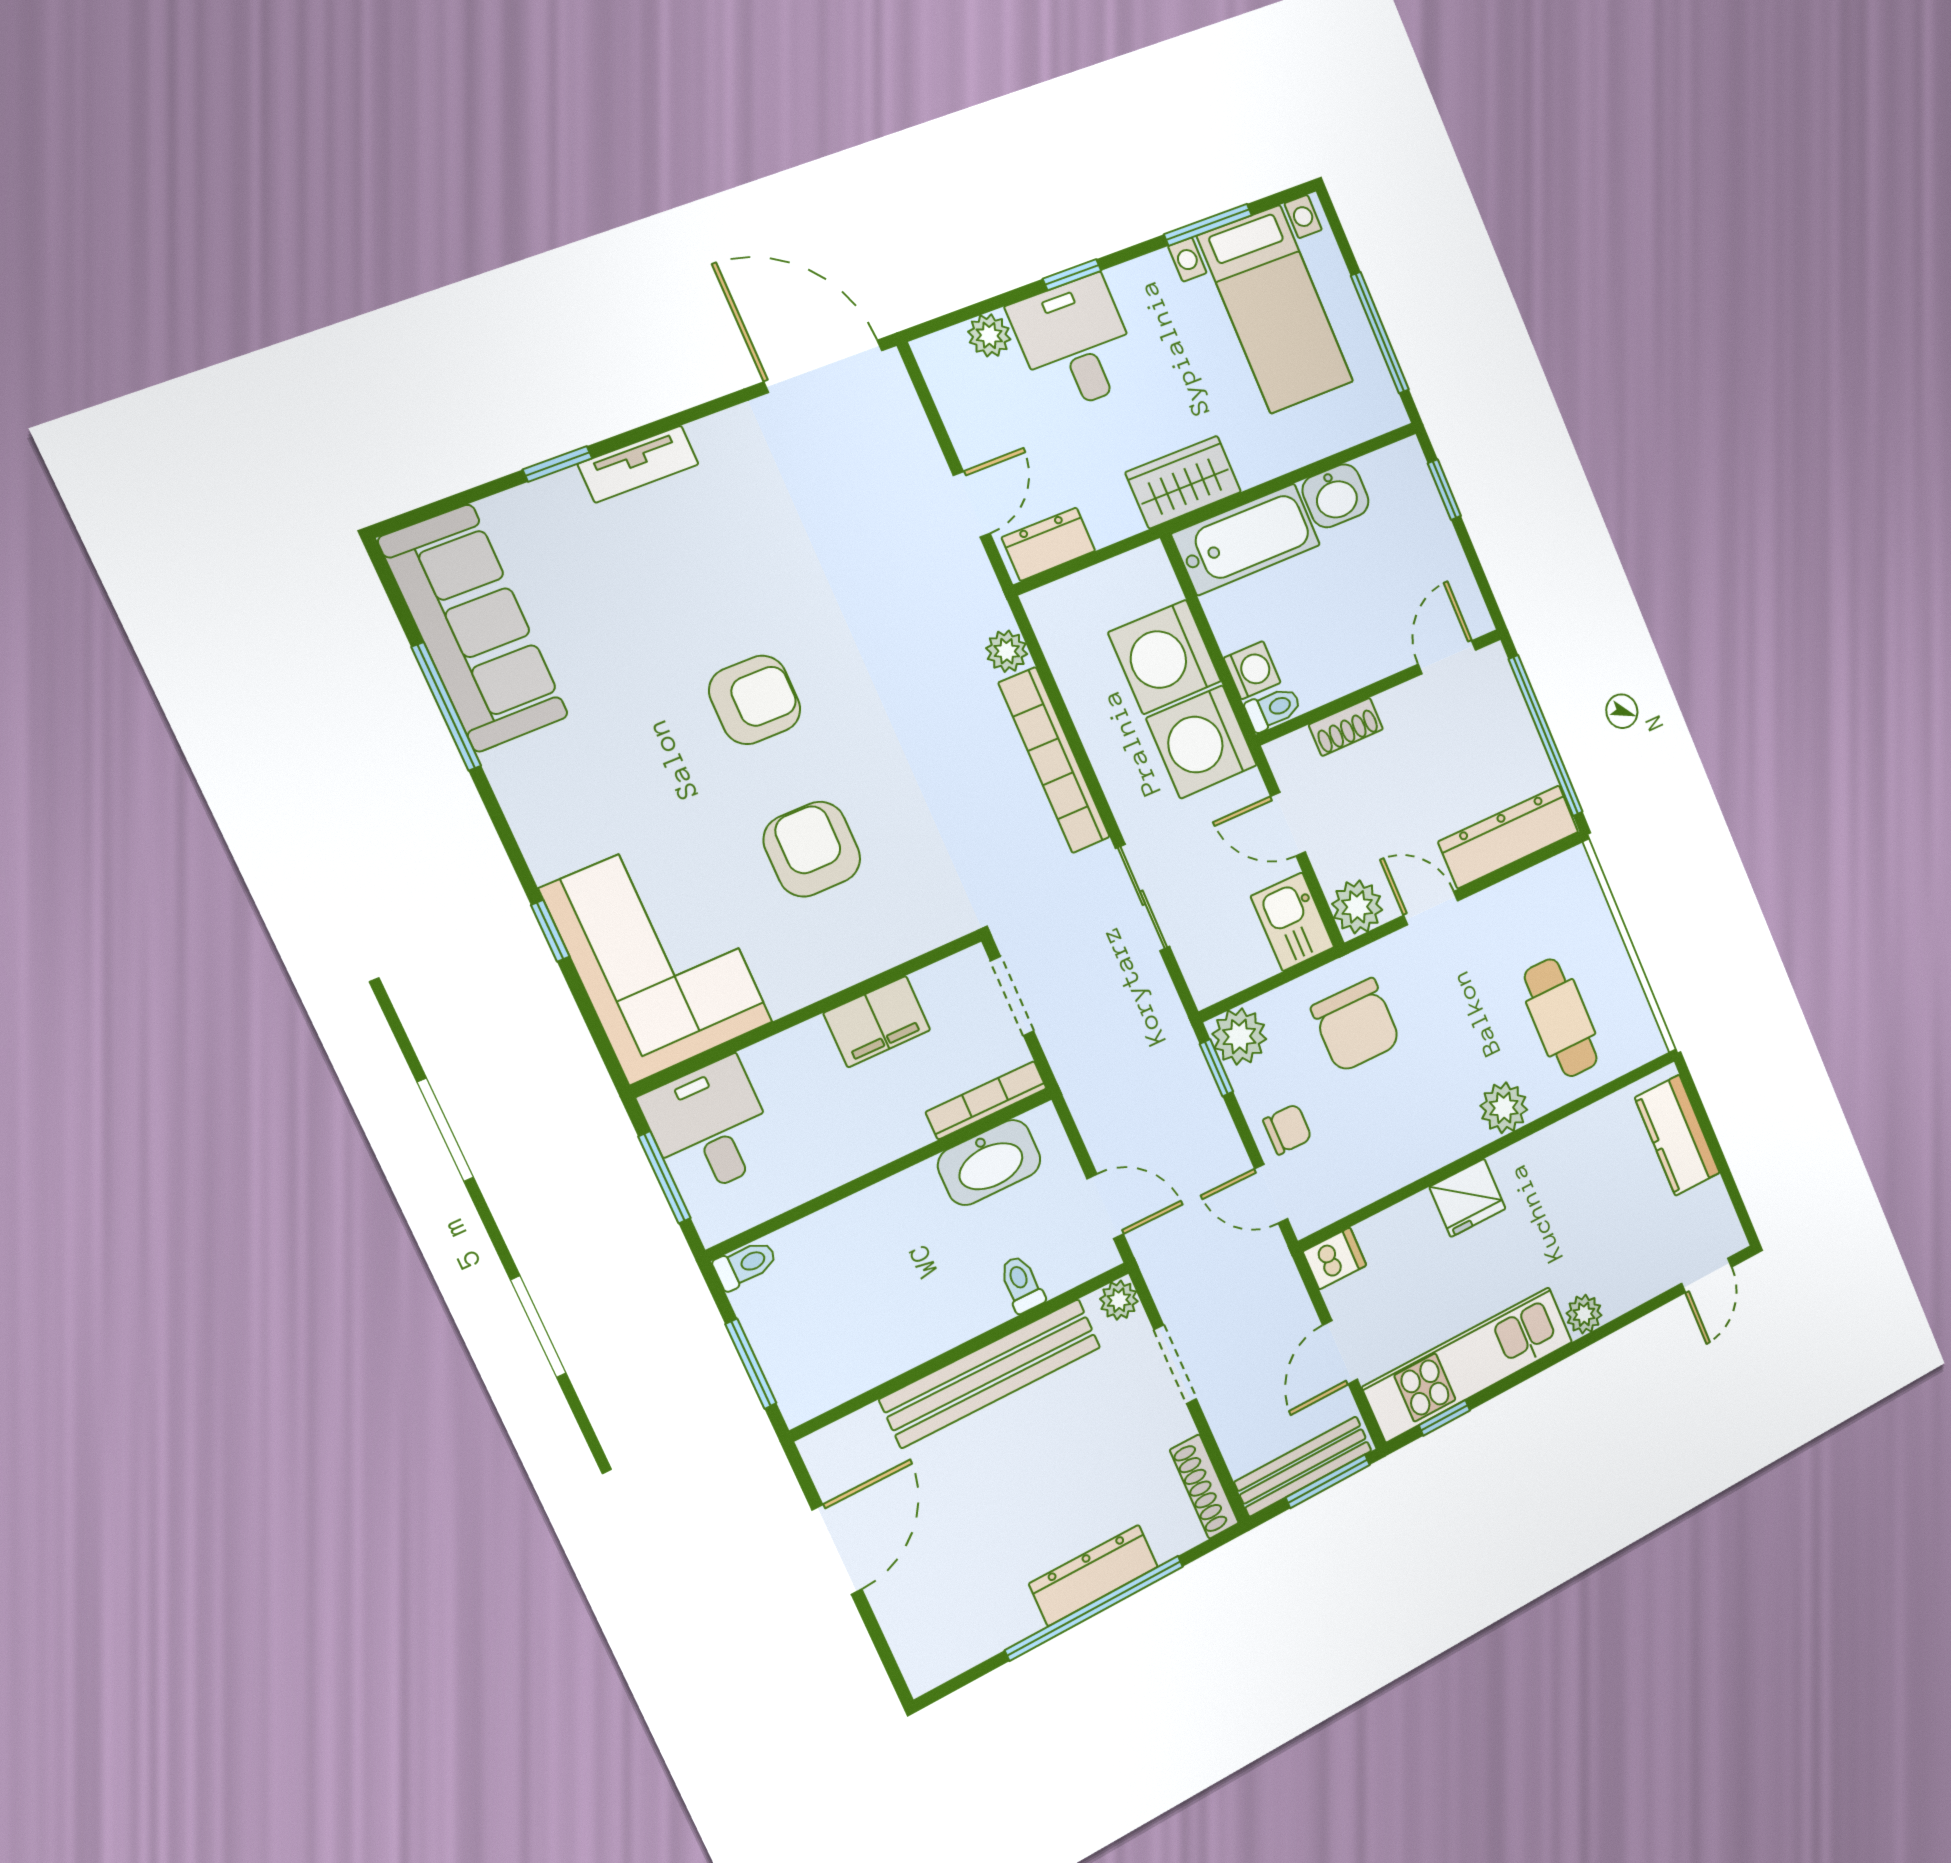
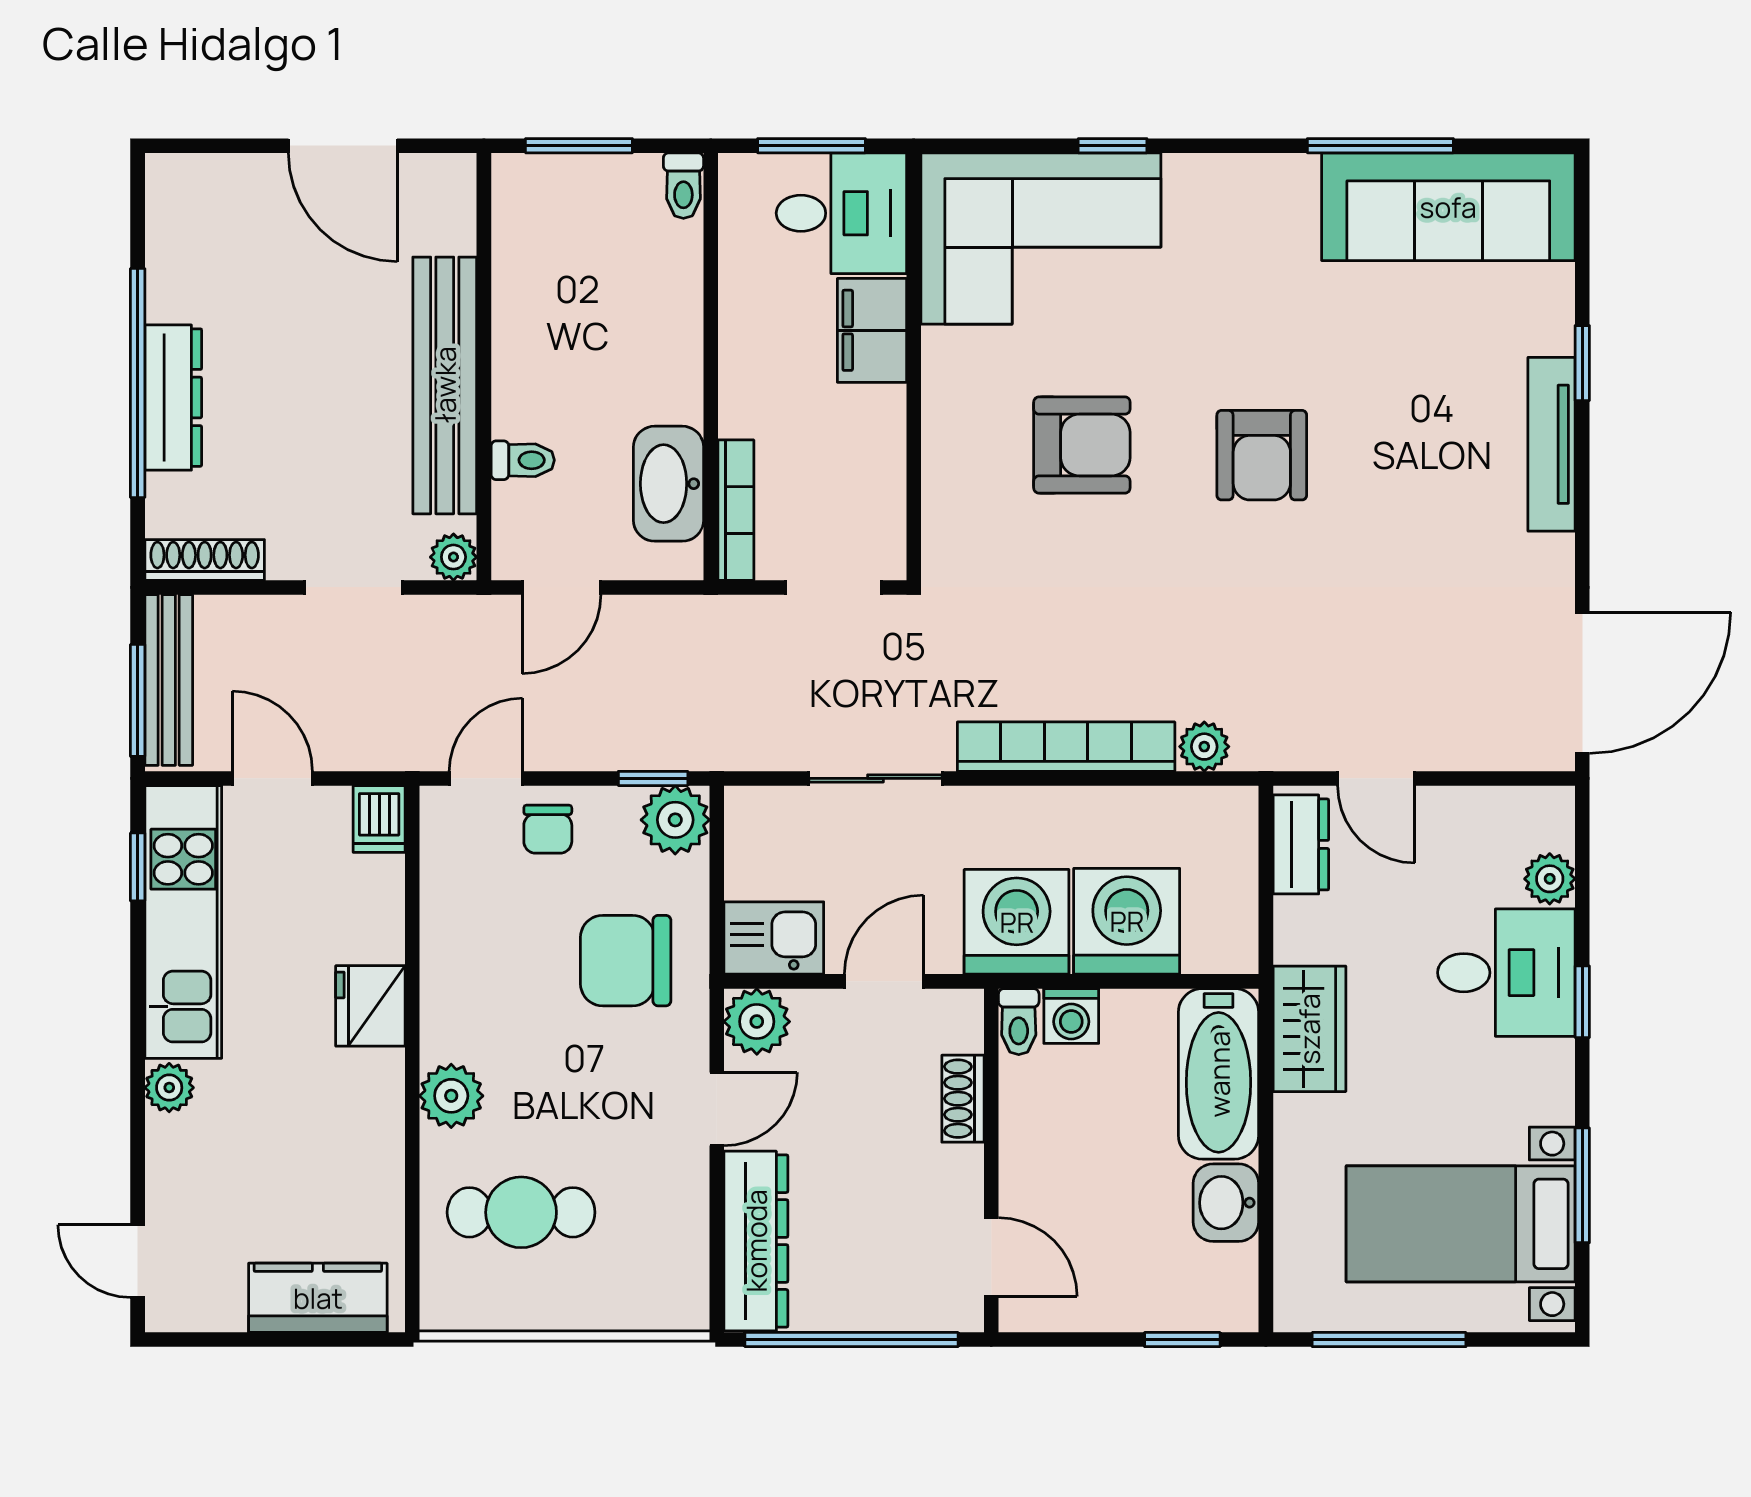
tv unit: (638, 464) -> (1552, 444), width x1.41
filing cabinet: (877, 1022) -> (872, 330), moved

